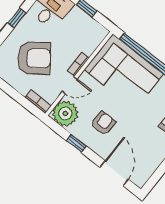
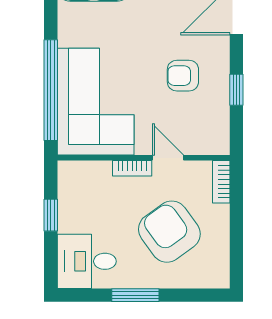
window: (17, 18) -> (135, 295), width x1.50
plant: (65, 114) -> (209, 135), removed

